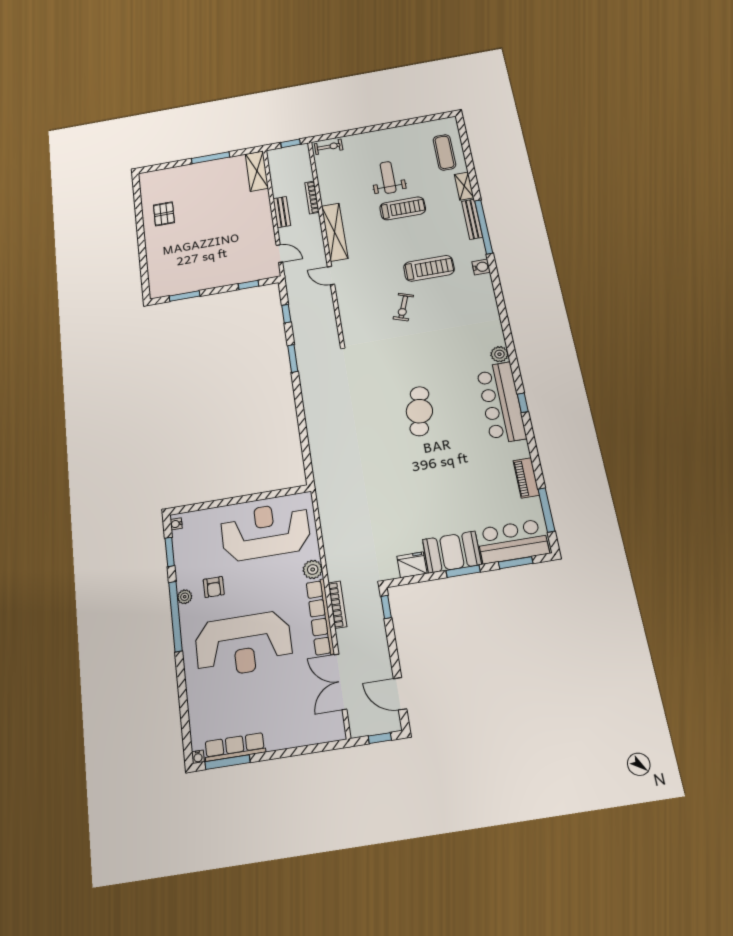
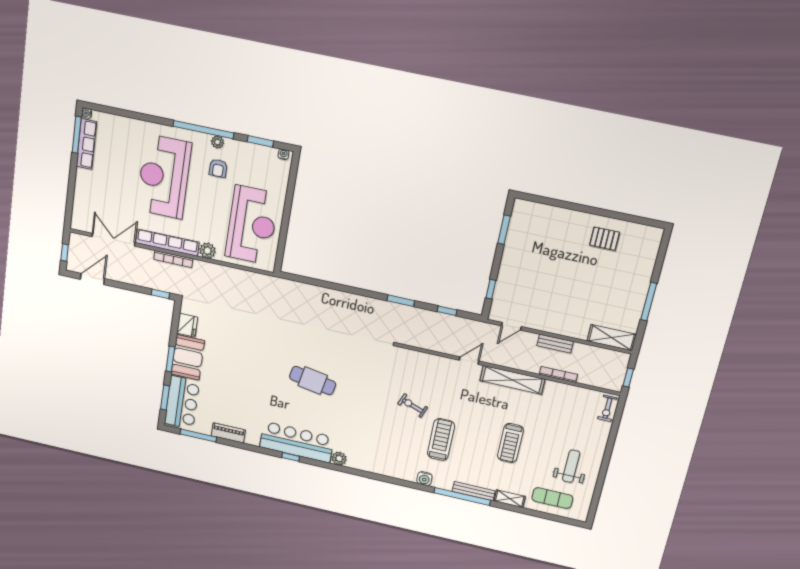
weight bench: (388, 177) -> (571, 466), moved, turned -90
treadmill: (429, 268) -> (441, 440), turned 180
armchair: (214, 587) -> (218, 168), turned -90

